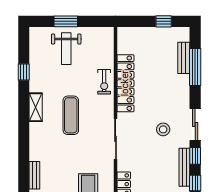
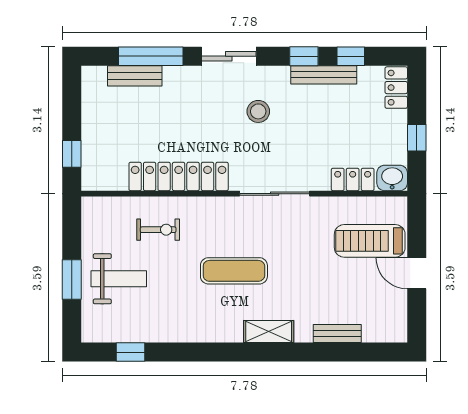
window: (164, 21) -> (72, 154), moved
window: (24, 72) -> (130, 352), moved
exercise bike: (104, 82) -> (158, 230), moved
shelving: (36, 107) -> (269, 332), moved
sliding door: (195, 125) -> (229, 56), moved

